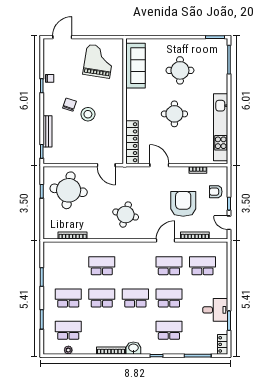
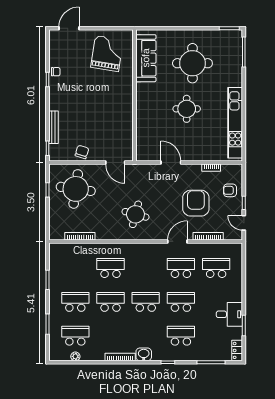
round table: (180, 70) -> (192, 63), width x1.36, depth x1.36
chair: (69, 105) -> (82, 152), moved
stool: (88, 114) -> (96, 109), removed
locker: (132, 142) -> (142, 139), removed

